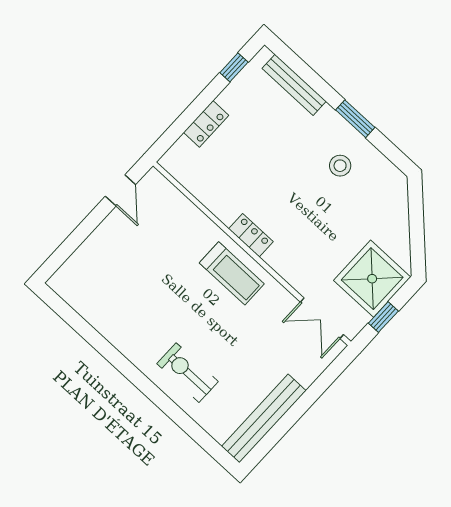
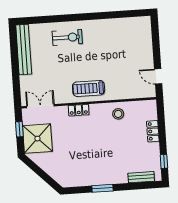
bench: (294, 85) -> (141, 177), width x0.73
stool: (340, 166) -> (118, 114), moved
locker: (251, 235) -> (79, 110), moved

